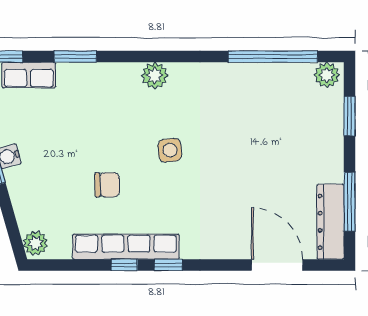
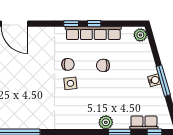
plant: (155, 76) -> (106, 122), moved
chair: (175, 187) -> (68, 64), added

